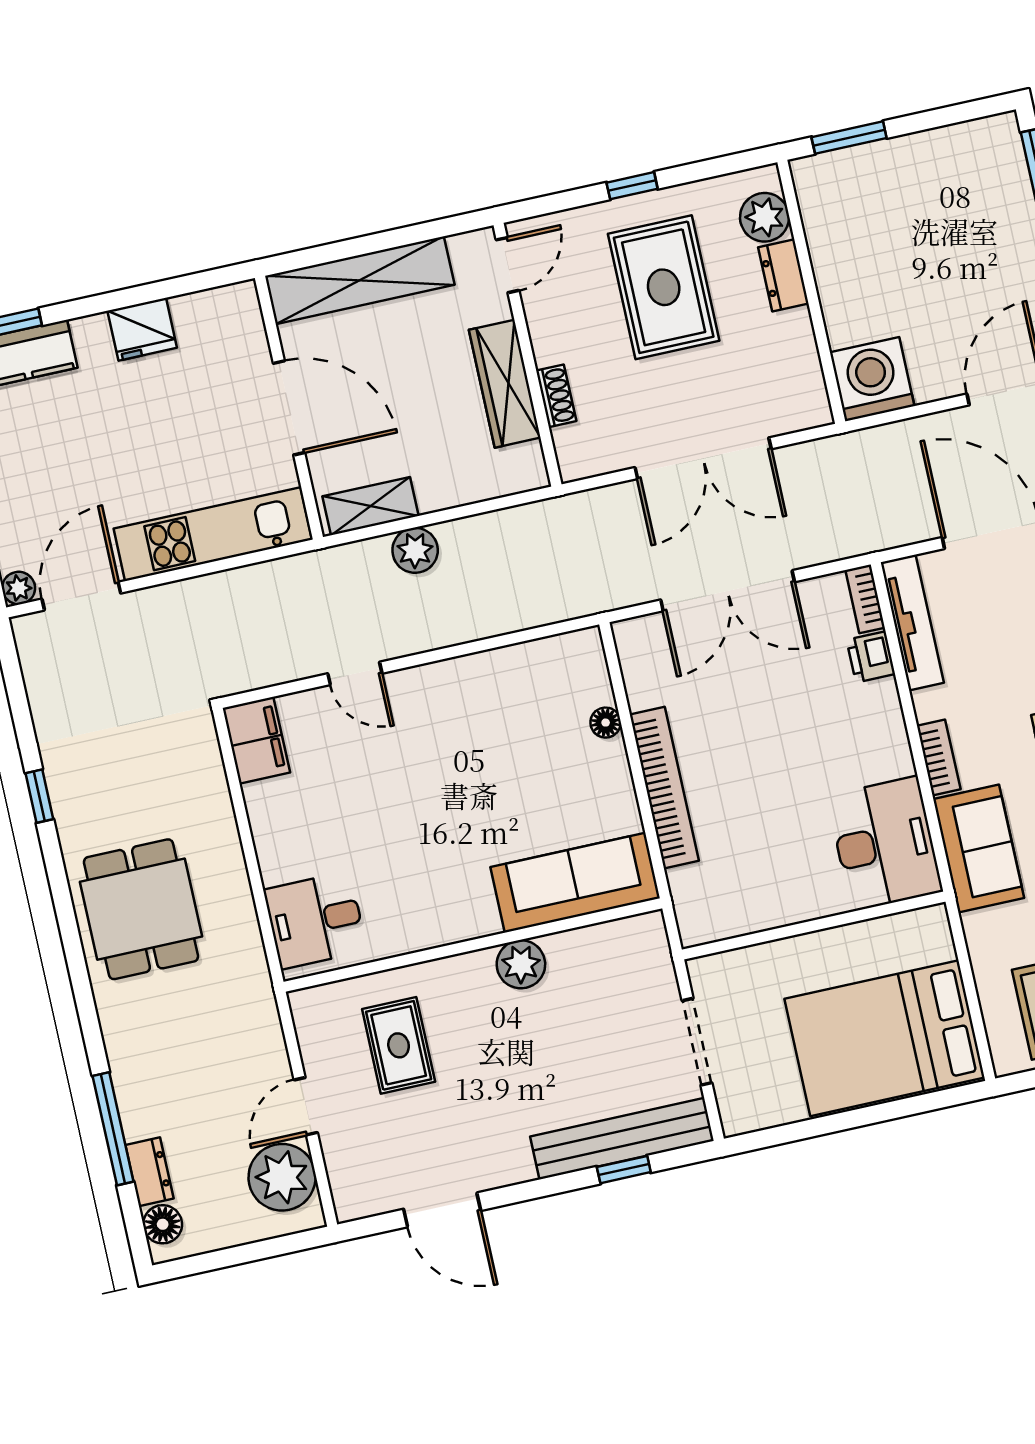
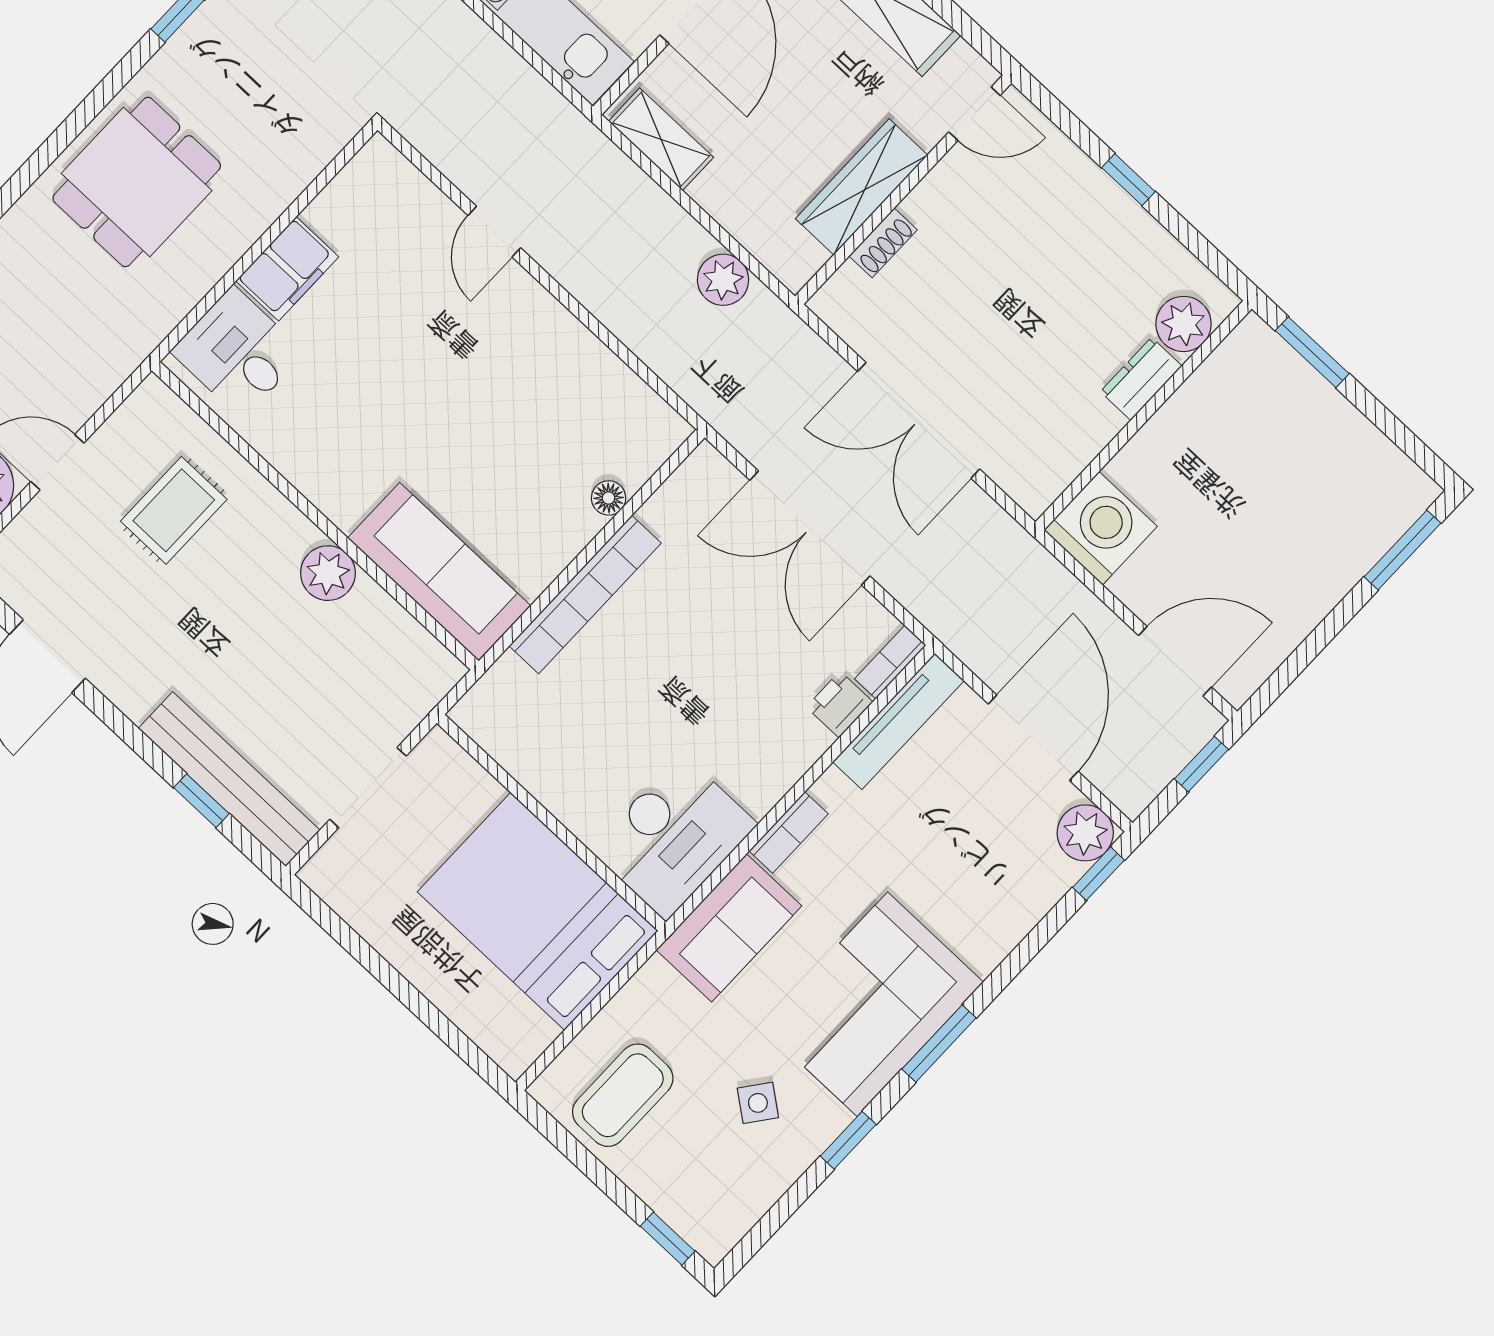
rug: (664, 287) -> (1053, 274), removed
plant: (415, 550) -> (723, 280), moved
filing cabinet: (256, 740) -> (287, 269), moved
bed: (884, 1038) -> (538, 911), moved

